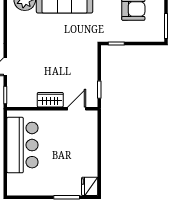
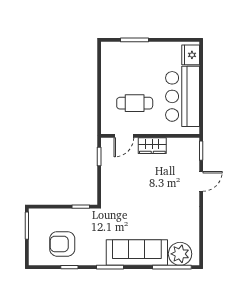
cafe table: (67, 139) -> (135, 103), added
fridge: (90, 186) -> (191, 55), moved, turned 180

